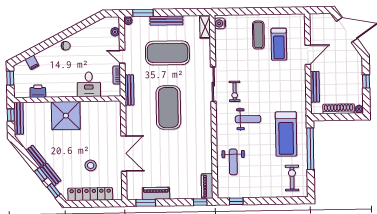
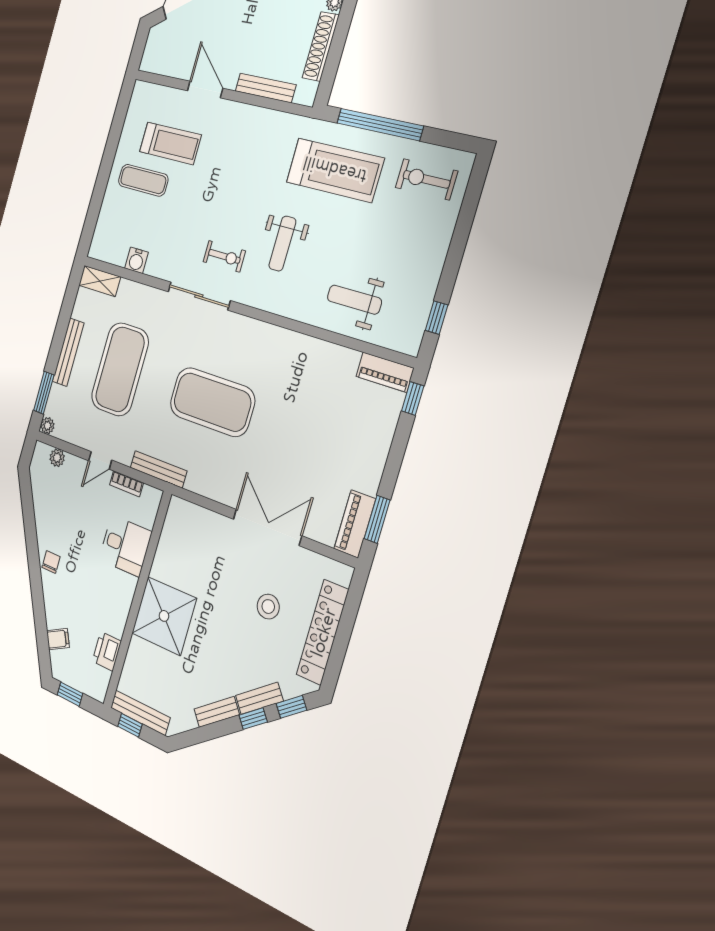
water cooler: (220, 23) -> (136, 260), moved
weight bench: (248, 119) -> (282, 244), turned 180
weight bench: (233, 162) -> (354, 300), turned 180
piano: (156, 193) -> (355, 524), moved

